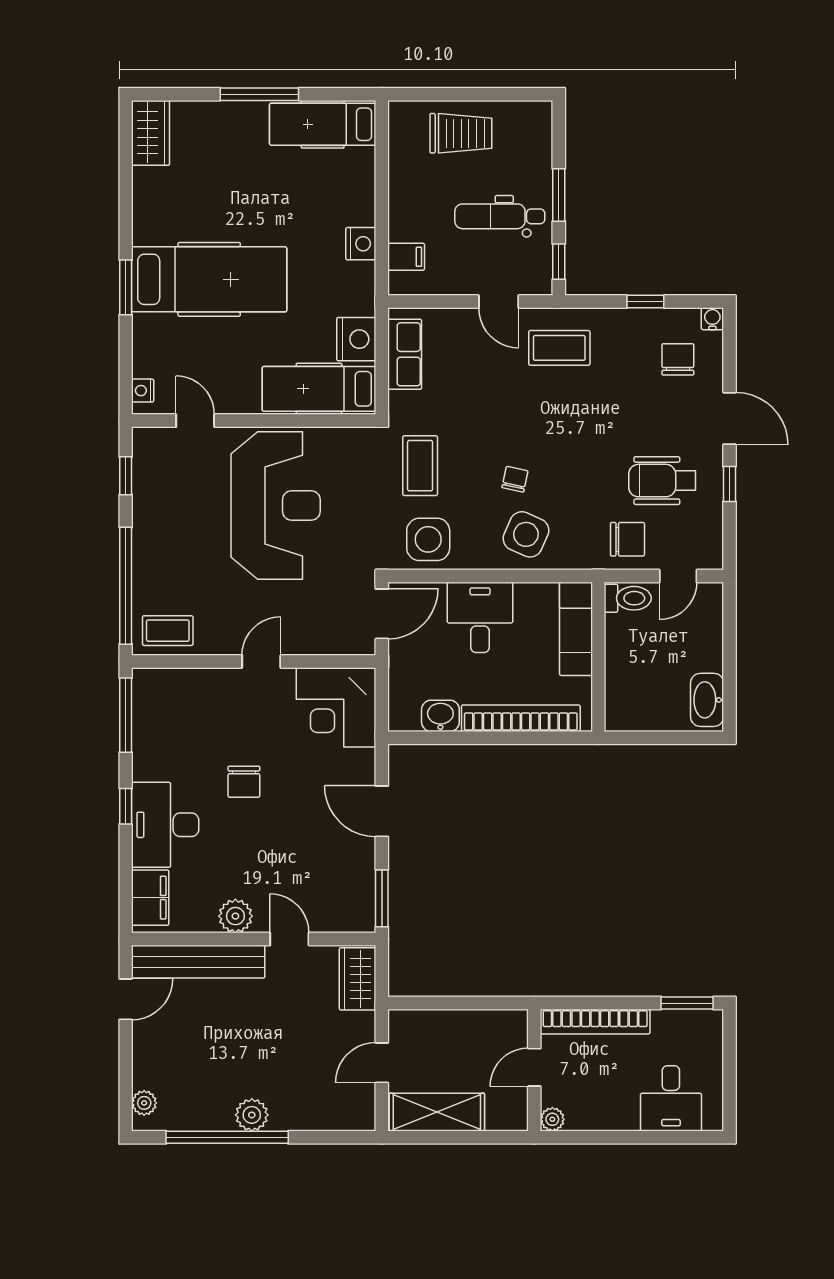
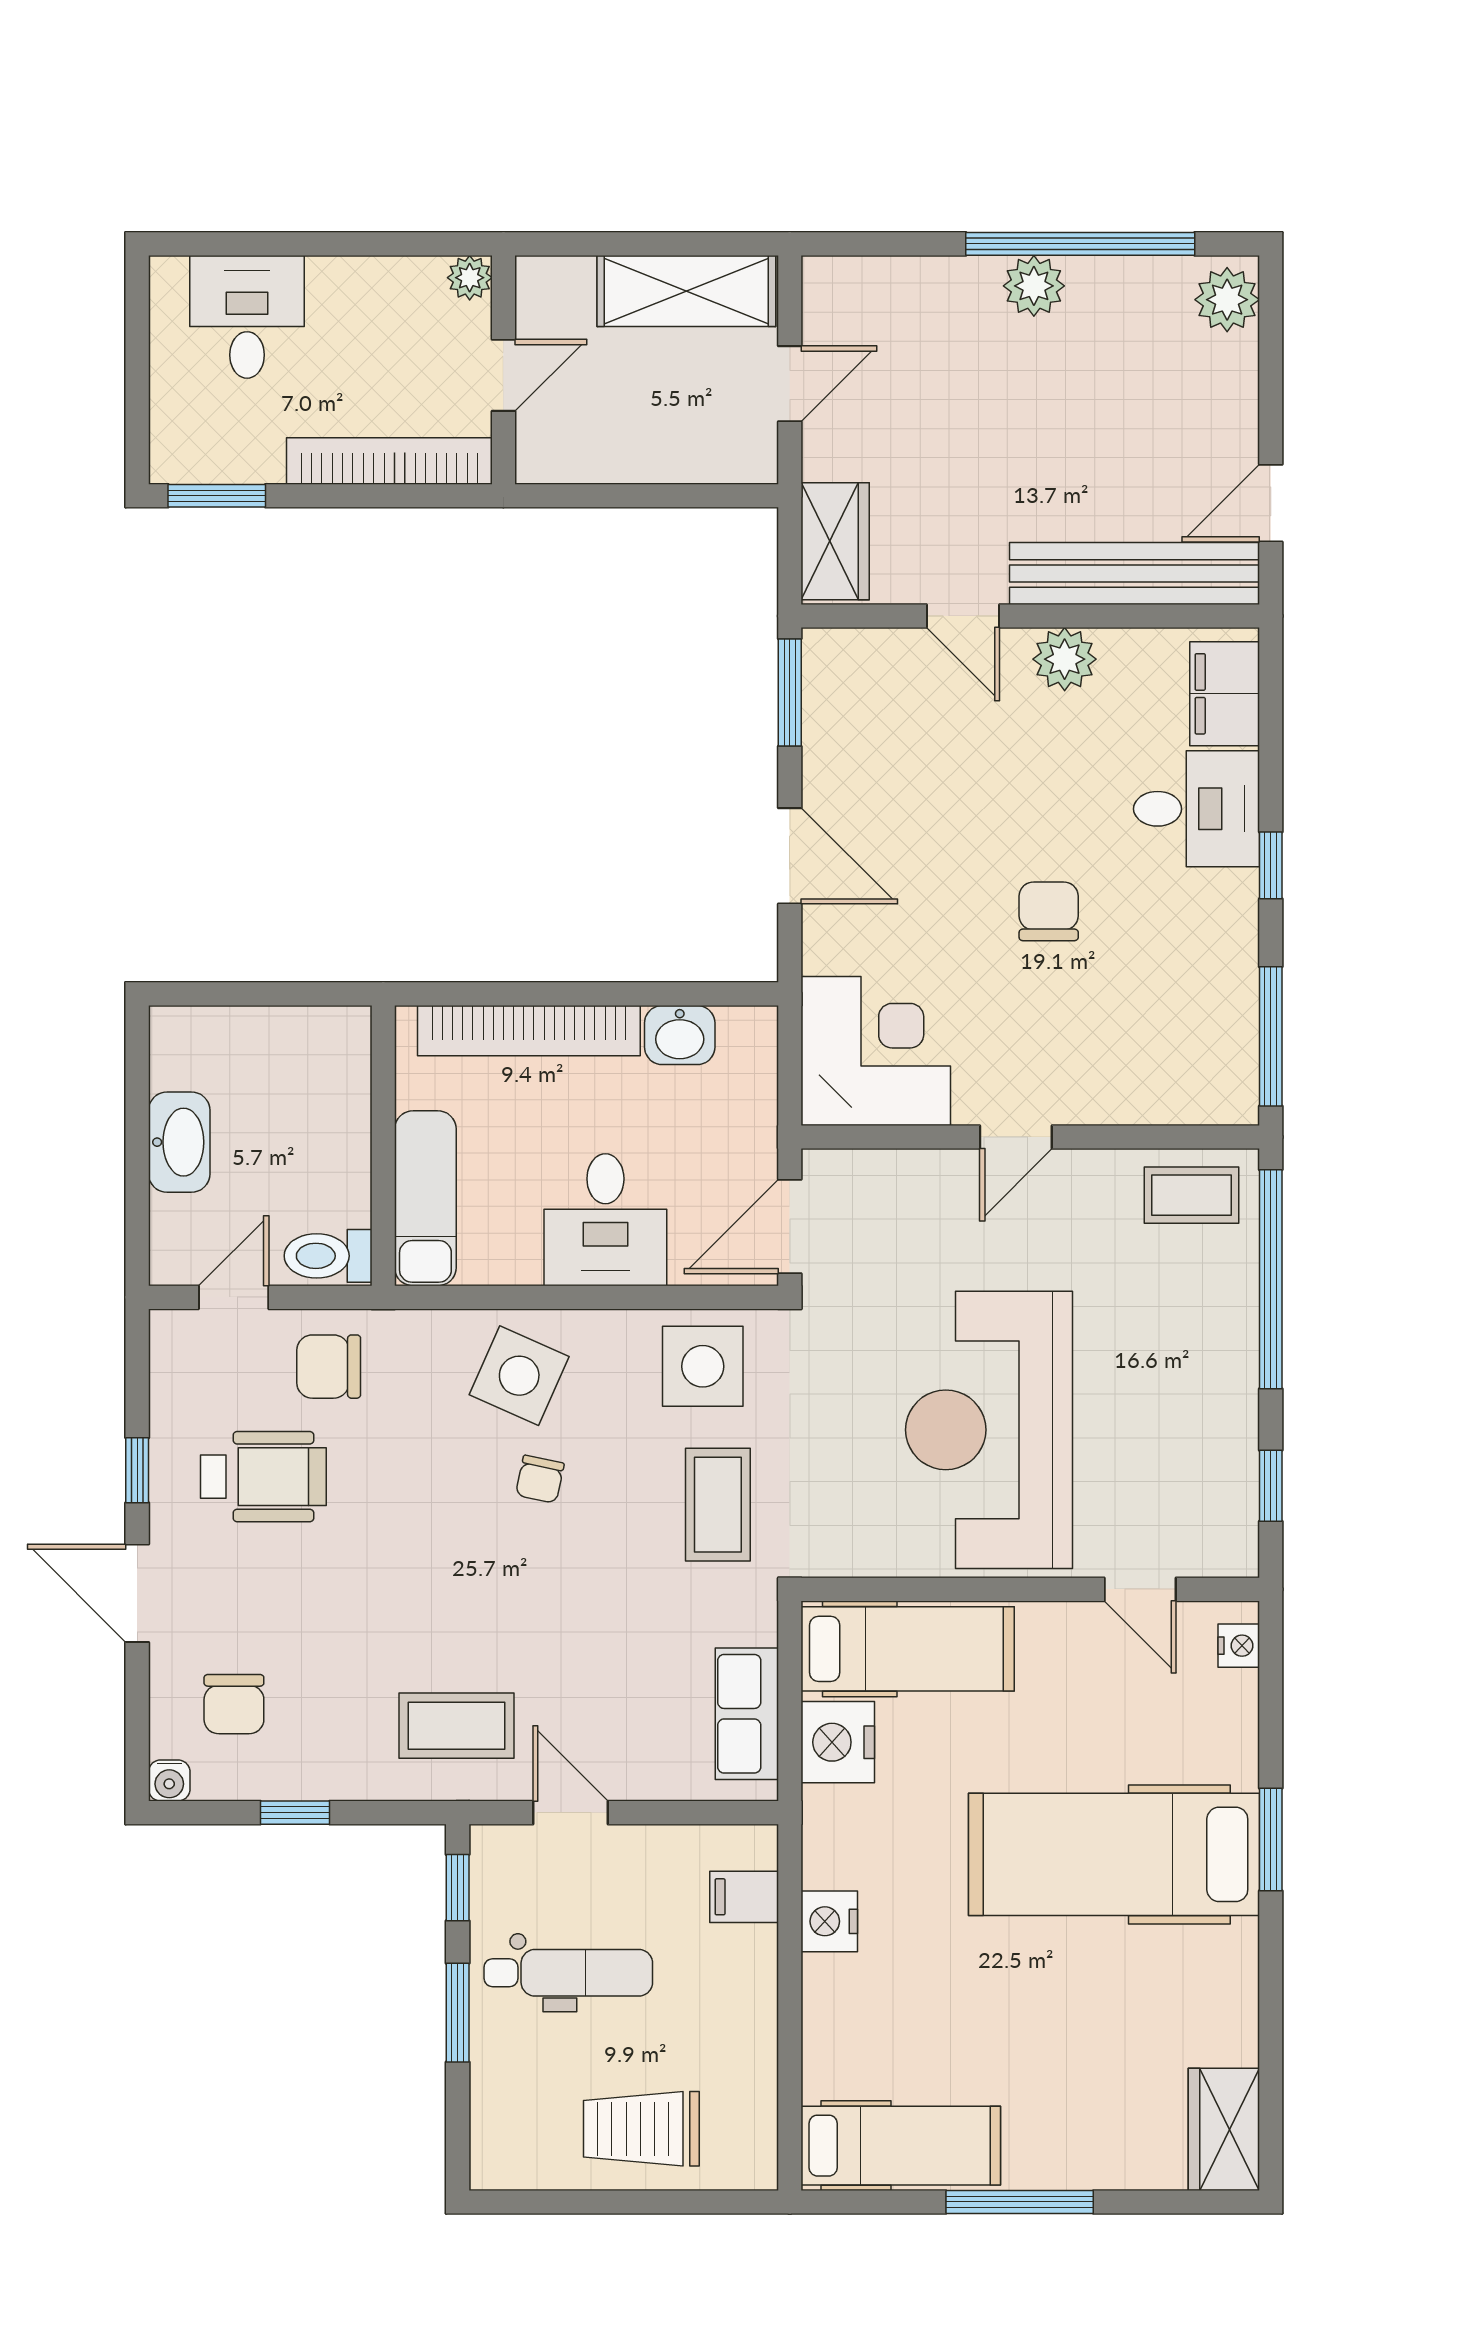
washbasin: (707, 700) -> (179, 1142), moved
desk: (165, 825) -> (1196, 809), width x0.73
plant: (144, 1103) -> (1227, 300), width x1.38, depth x1.38

